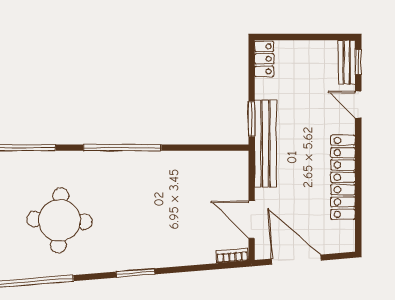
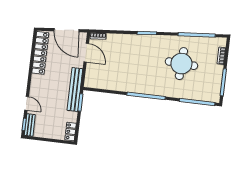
locker: (343, 177) -> (40, 53), moved

